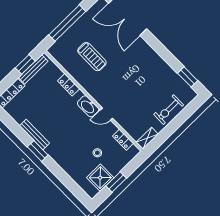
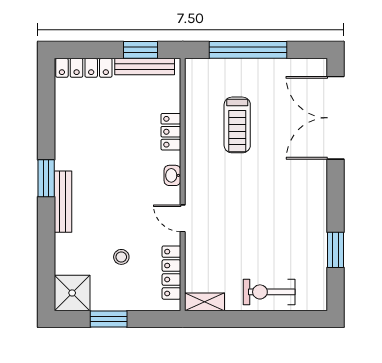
window: (188, 77) -> (336, 250), moved
washbasin: (88, 106) -> (172, 175), width x0.52, depth x0.69
bench: (34, 135) -> (63, 202), moved
locker: (123, 140) -> (171, 273), width x1.53
shower: (100, 178) -> (72, 293), moved

